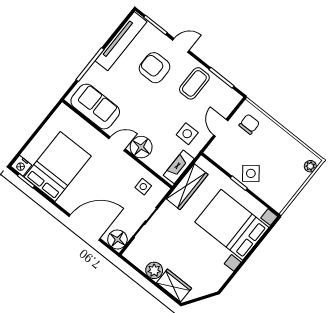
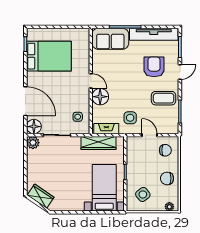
door: (181, 45) -> (180, 72), hinge flipped
sofa: (95, 107) -> (110, 39), moved, turned 90
door: (221, 128) -> (150, 135), hinge flipped
chair: (280, 146) -> (167, 178), added
nightstand: (21, 166) -> (32, 34), removed
side table: (251, 173) -> (143, 194), moved
bed with nightstands: (232, 225) -> (104, 188), width x0.73
plant: (154, 270) -> (33, 143), moved
wardrobe: (174, 285) -> (41, 196), moved, turned -56

